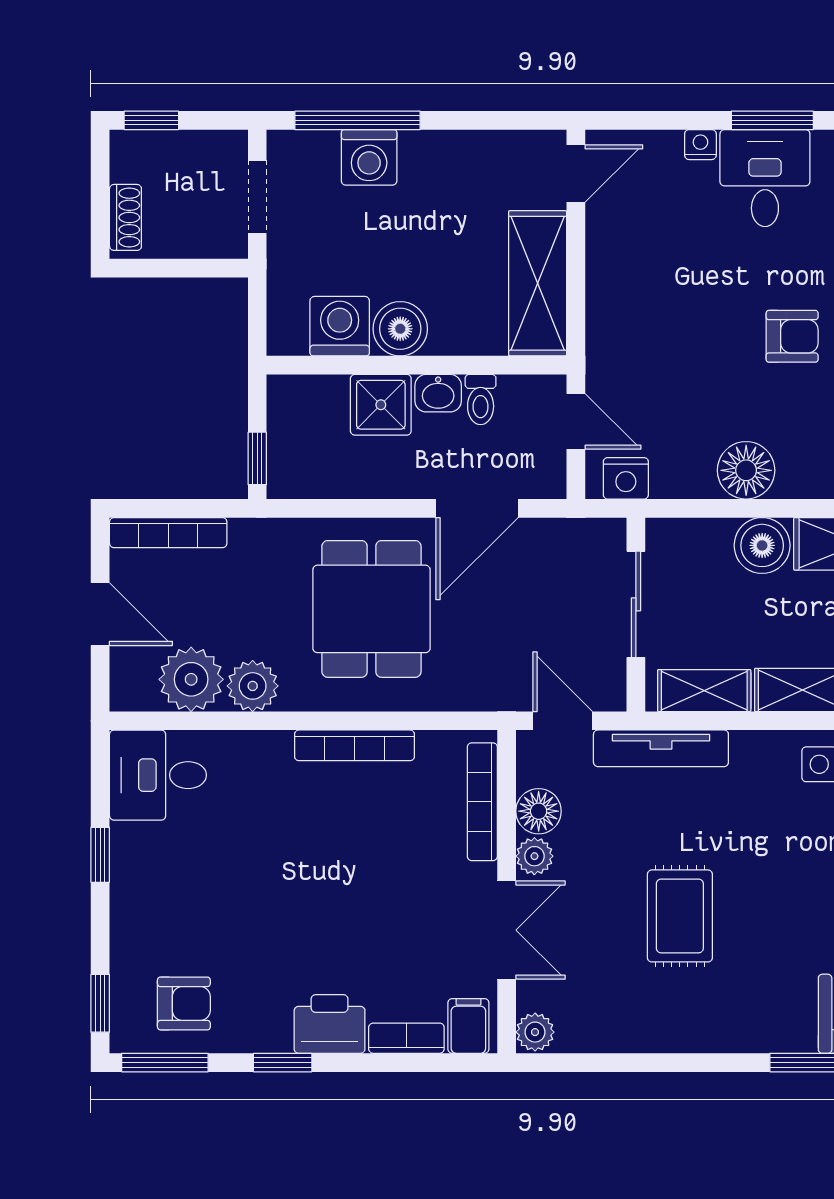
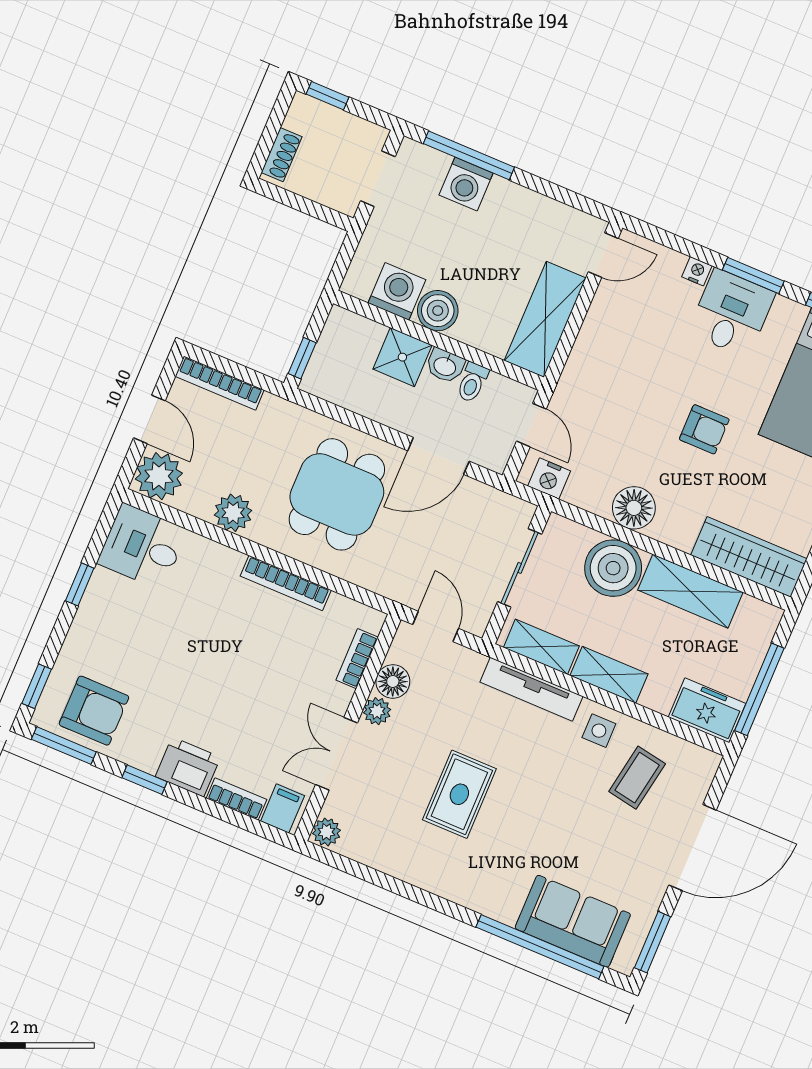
boiler: (762, 545) -> (613, 568), width x1.37, depth x1.37
plant: (191, 679) -> (159, 476), moved
tv unit: (661, 748) -> (531, 689), moved
bookcase: (482, 802) -> (357, 659), width x0.64
double door: (507, 930) -> (337, 754), swing flipped
armchair: (184, 1003) -> (94, 711), width x1.38, depth x1.38

